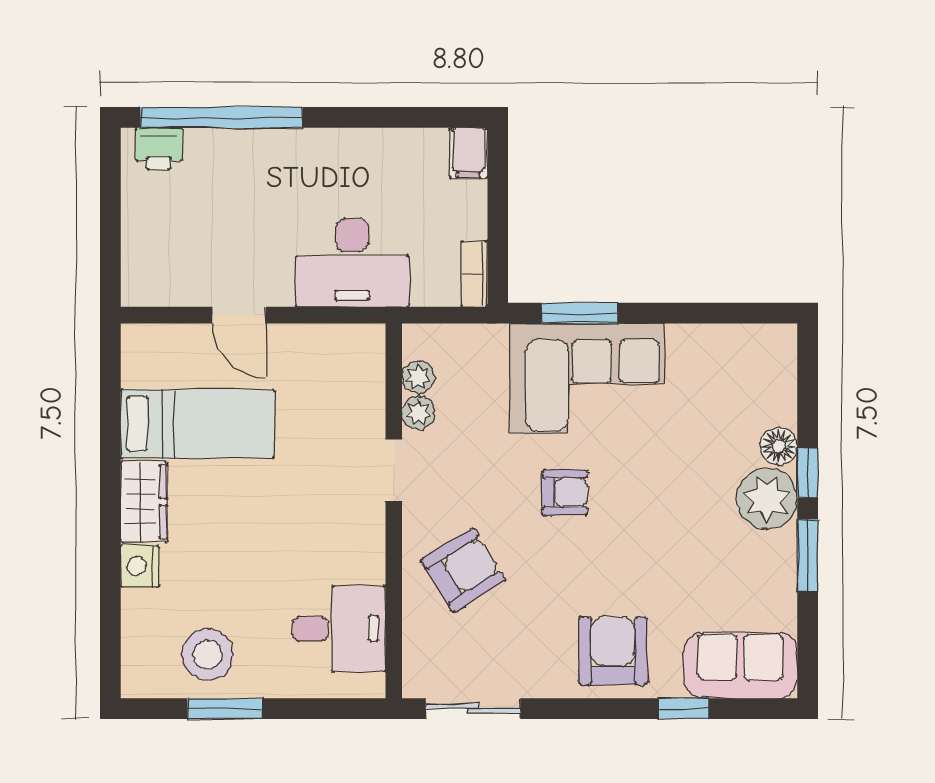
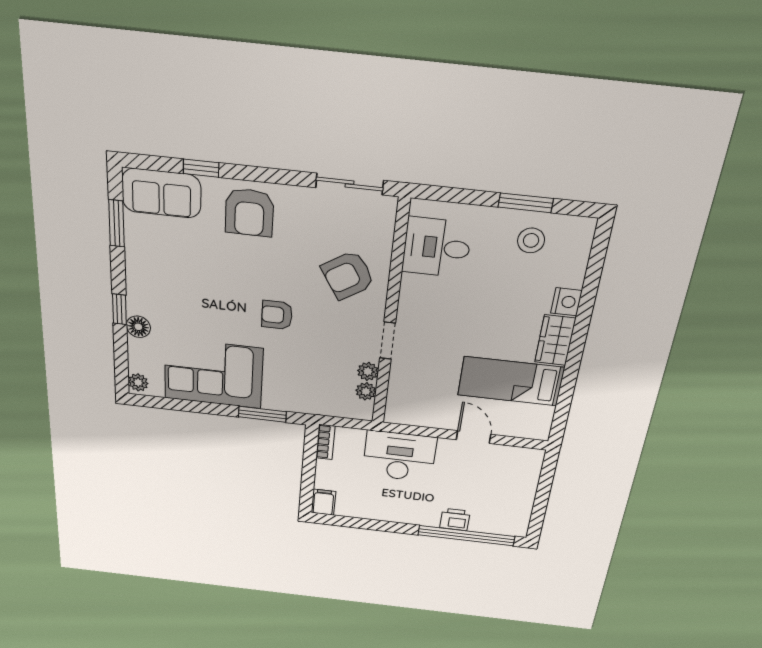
printer: (159, 148) -> (455, 519), moved
corner sofa: (587, 378) -> (213, 373), moved
plant: (767, 499) -> (138, 382), moved, width x0.53, depth x0.53
window: (808, 555) -> (117, 223), moved
stool: (208, 654) -> (531, 240), width x0.73, depth x0.73

